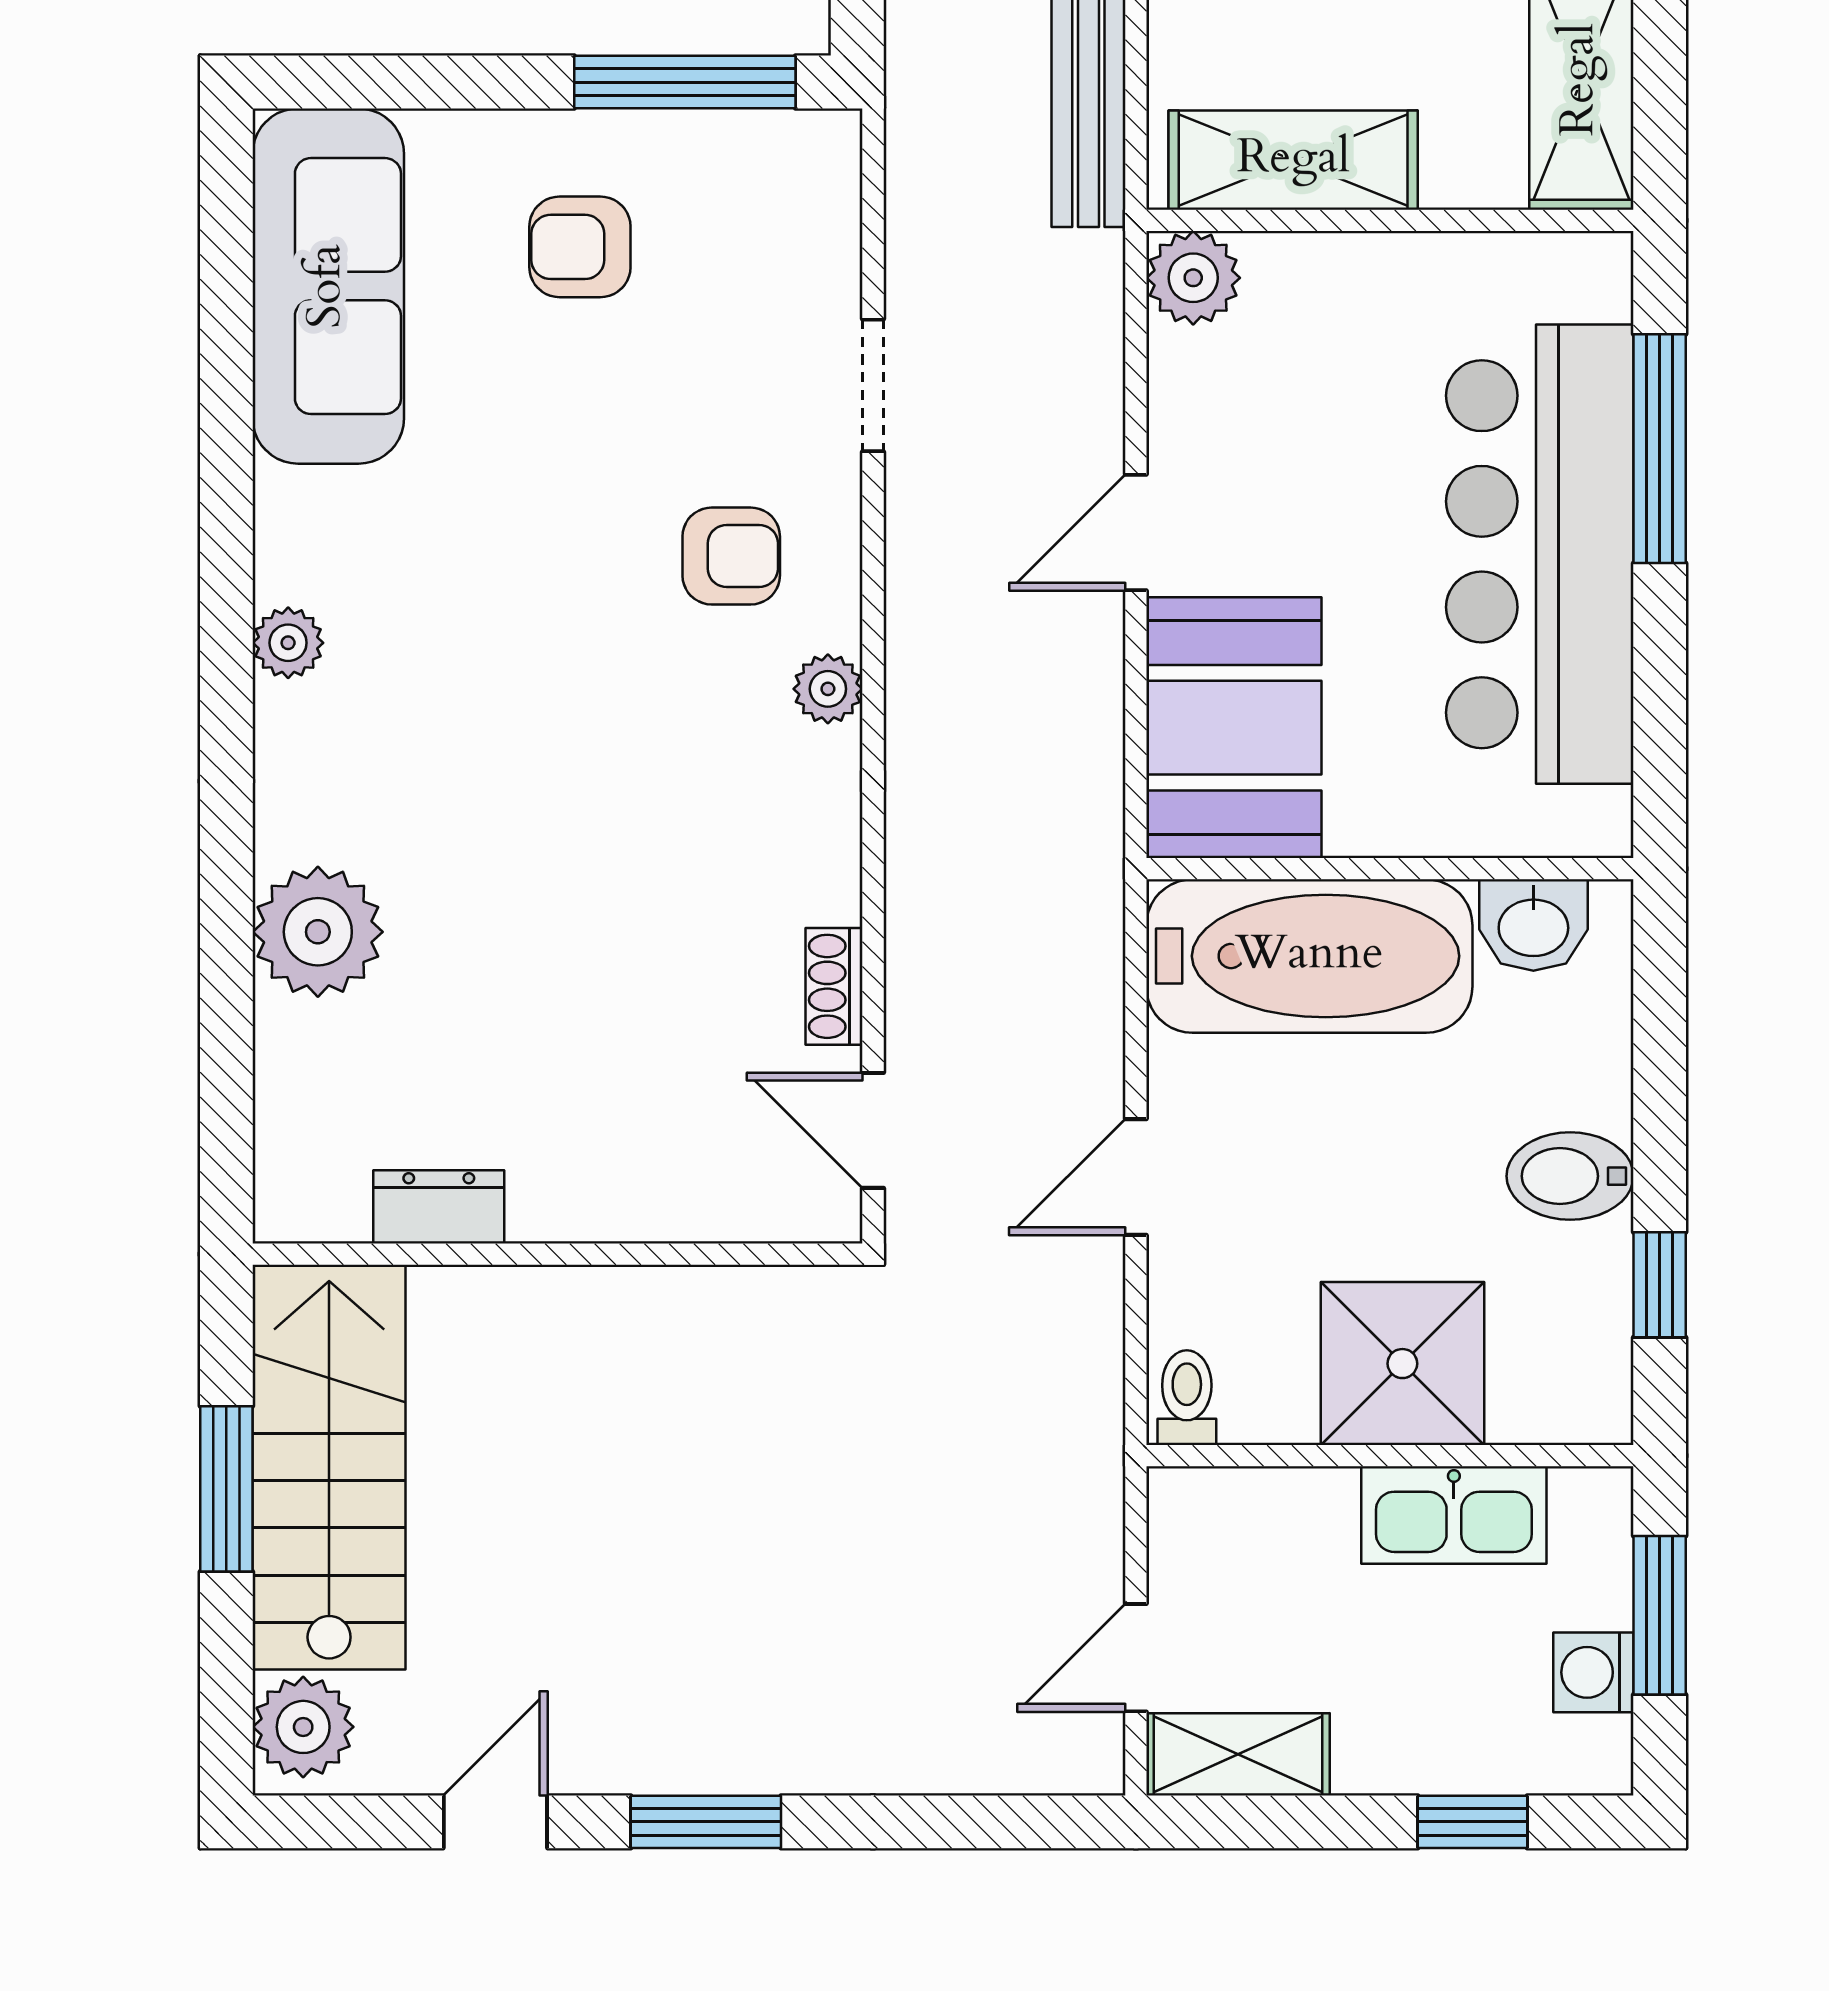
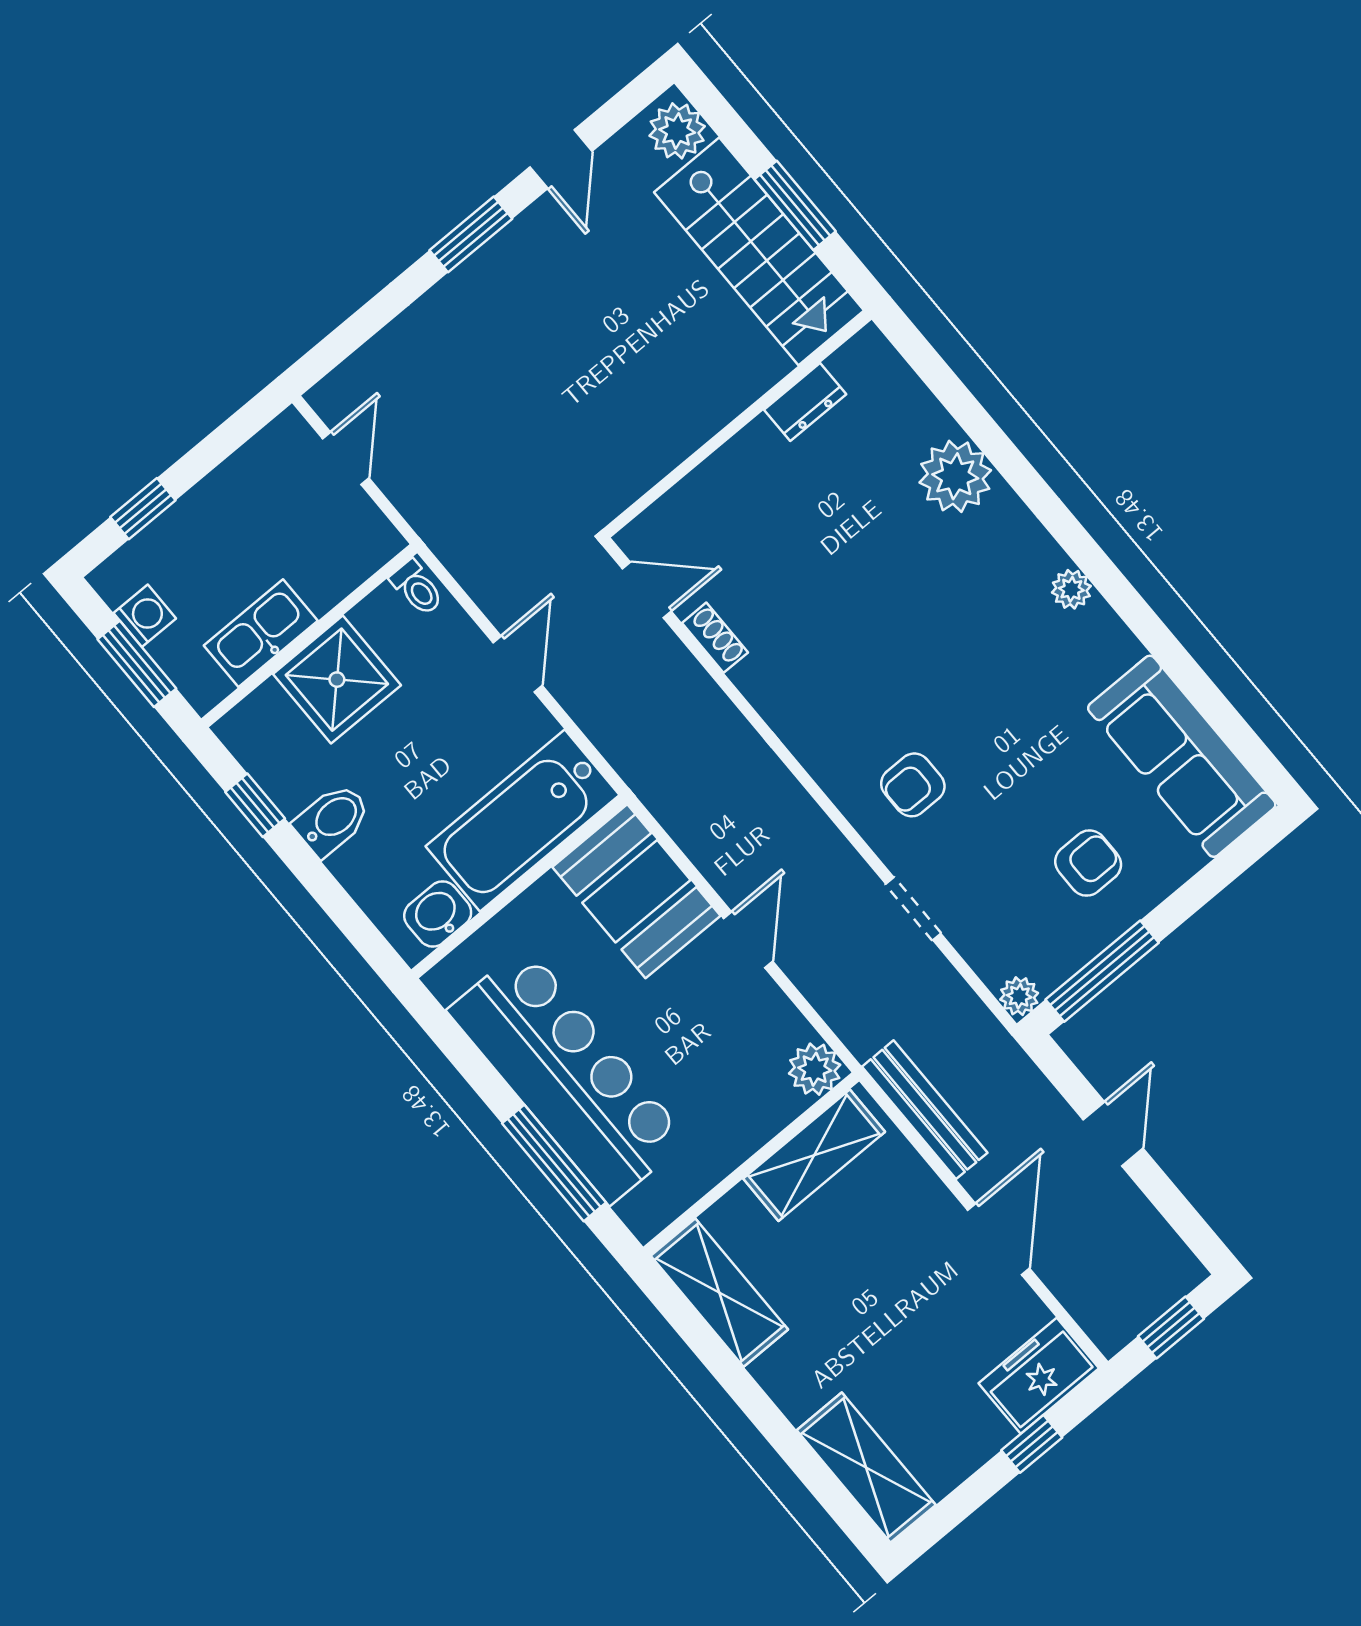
plant: (828, 689) -> (1019, 996), moved
shelving: (1238, 1754) -> (267, 454), removed

